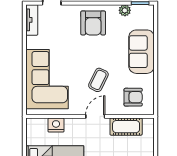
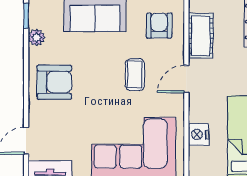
coffee table: (98, 80) -> (135, 75), turned 64
door: (95, 116) -> (186, 79), hinge flipped

